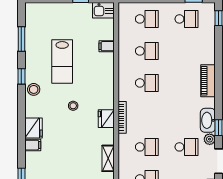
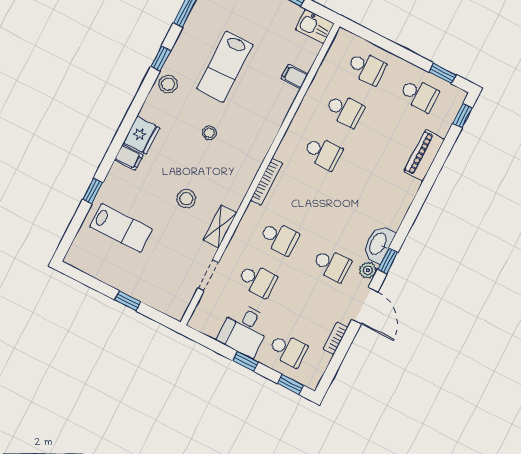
piano: (208, 81) -> (424, 155), moved
fridge: (106, 119) -> (245, 173), removed
stool: (80, 152) -> (186, 199), added

